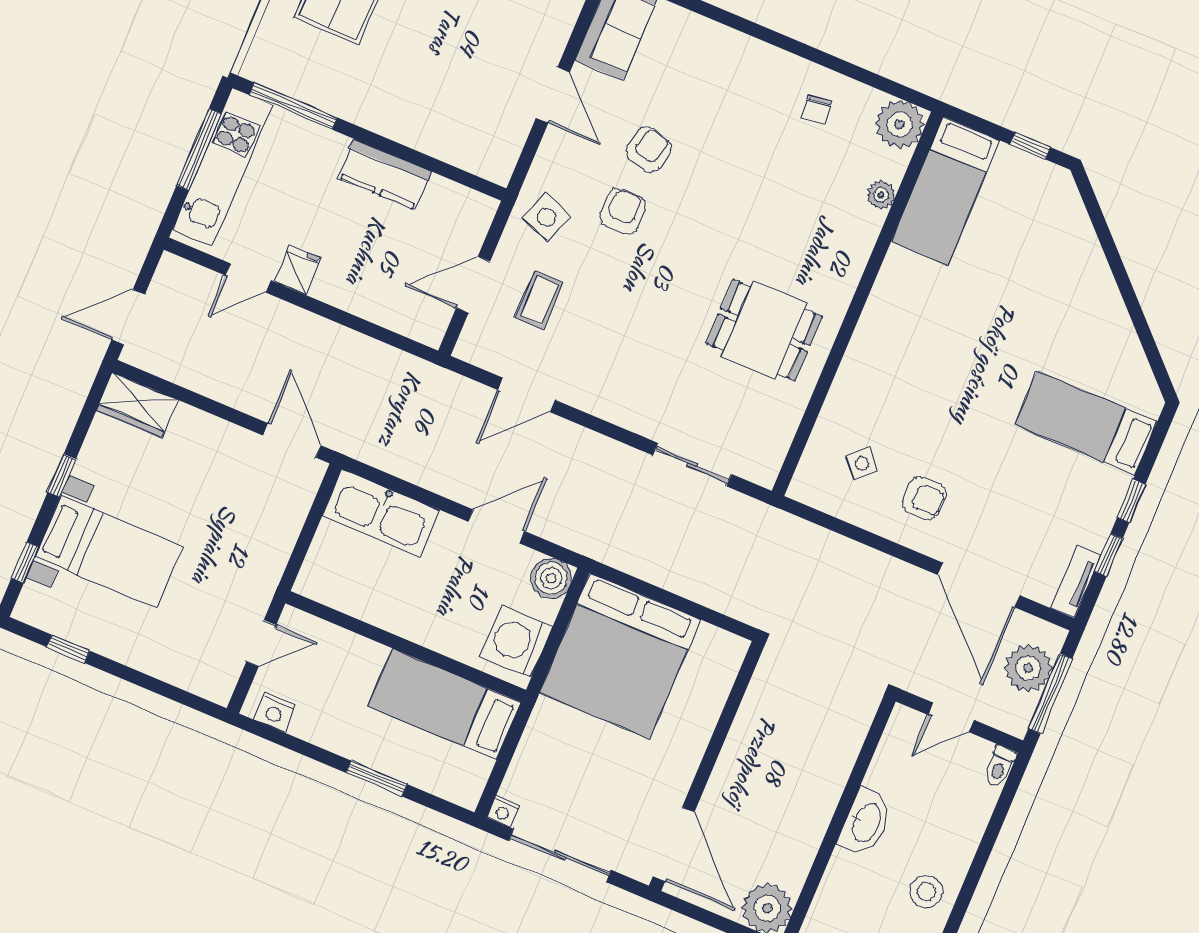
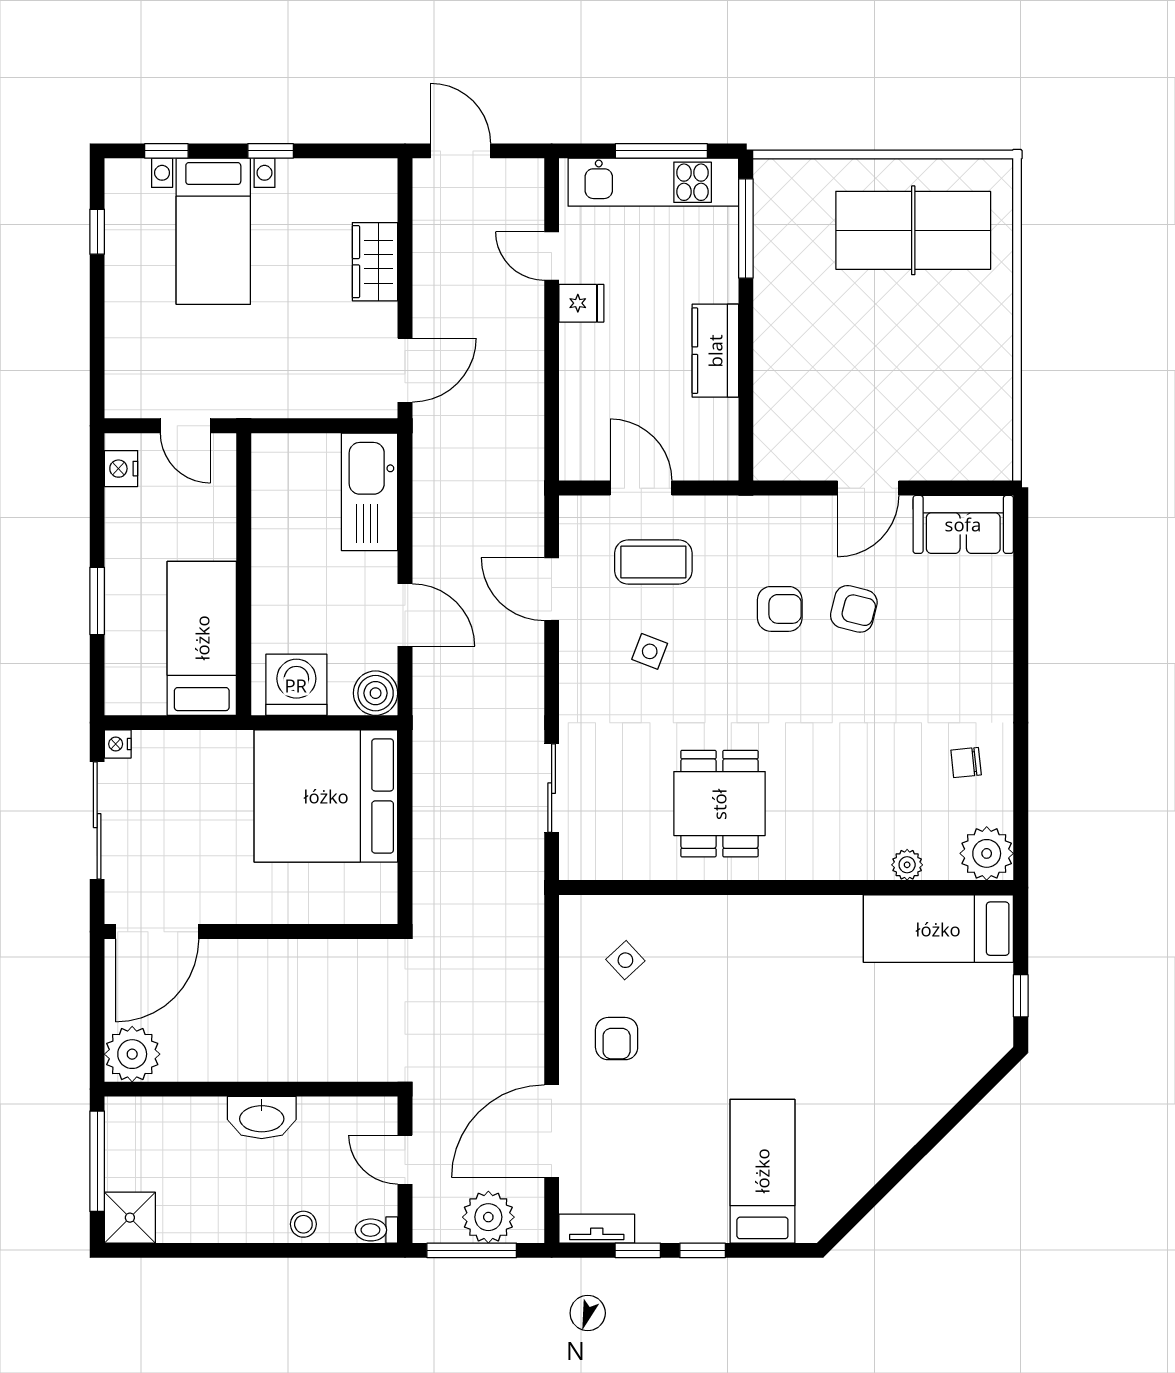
side table: (546, 217) -> (650, 651), moved, width x0.73, depth x0.73
coffee table: (539, 300) -> (653, 562), width x1.36, depth x1.30
wardrobe: (137, 405) -> (375, 262), moved
stool: (926, 891) -> (303, 1224), moved, width x0.73, depth x0.73

